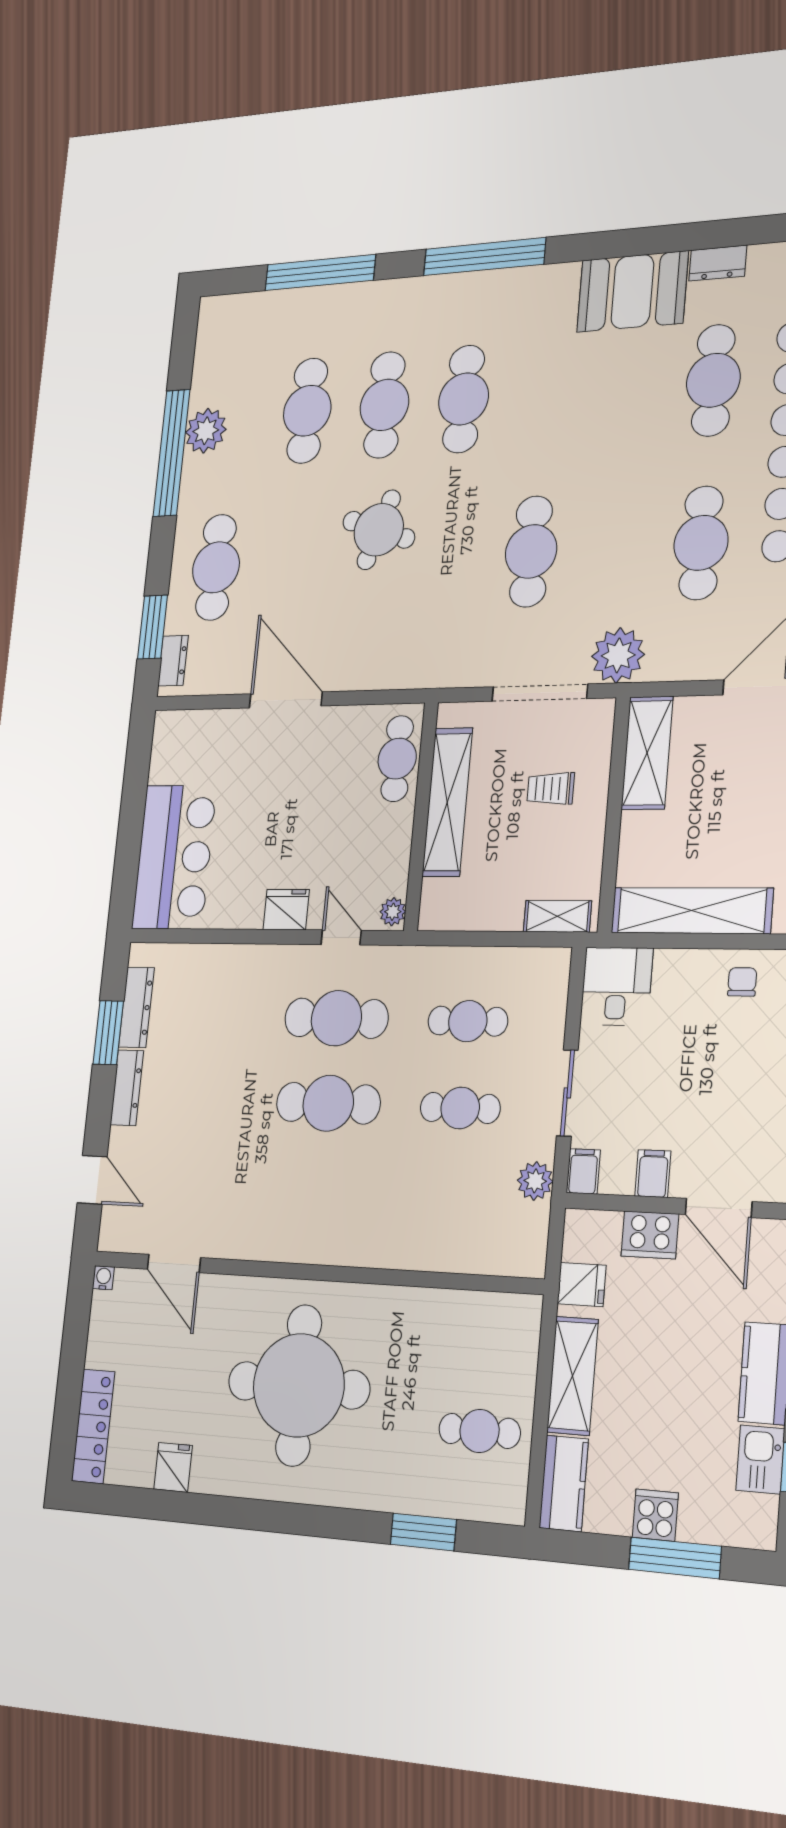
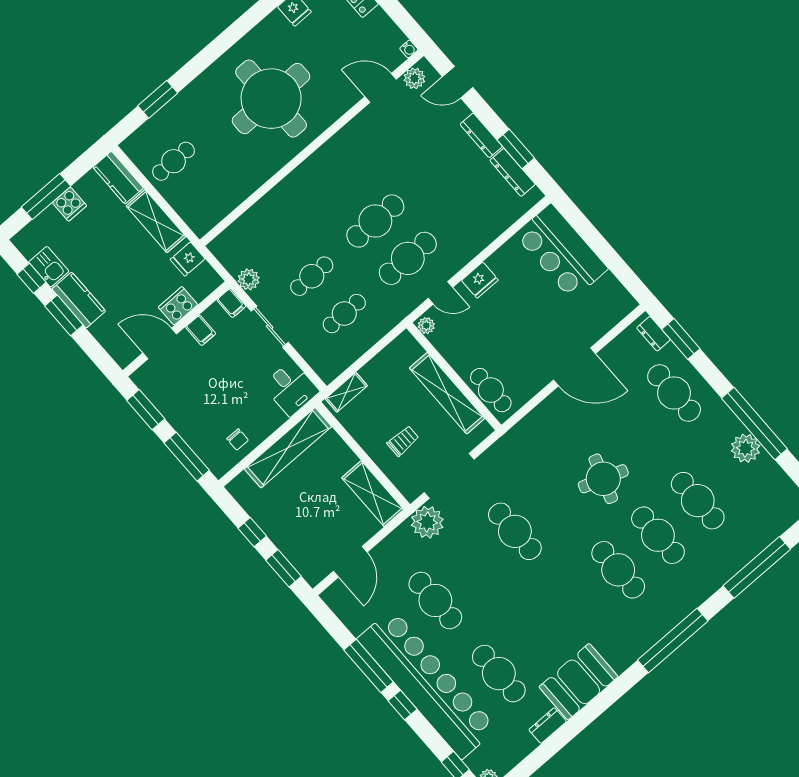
plant: (130, 1235) -> (414, 78), added

